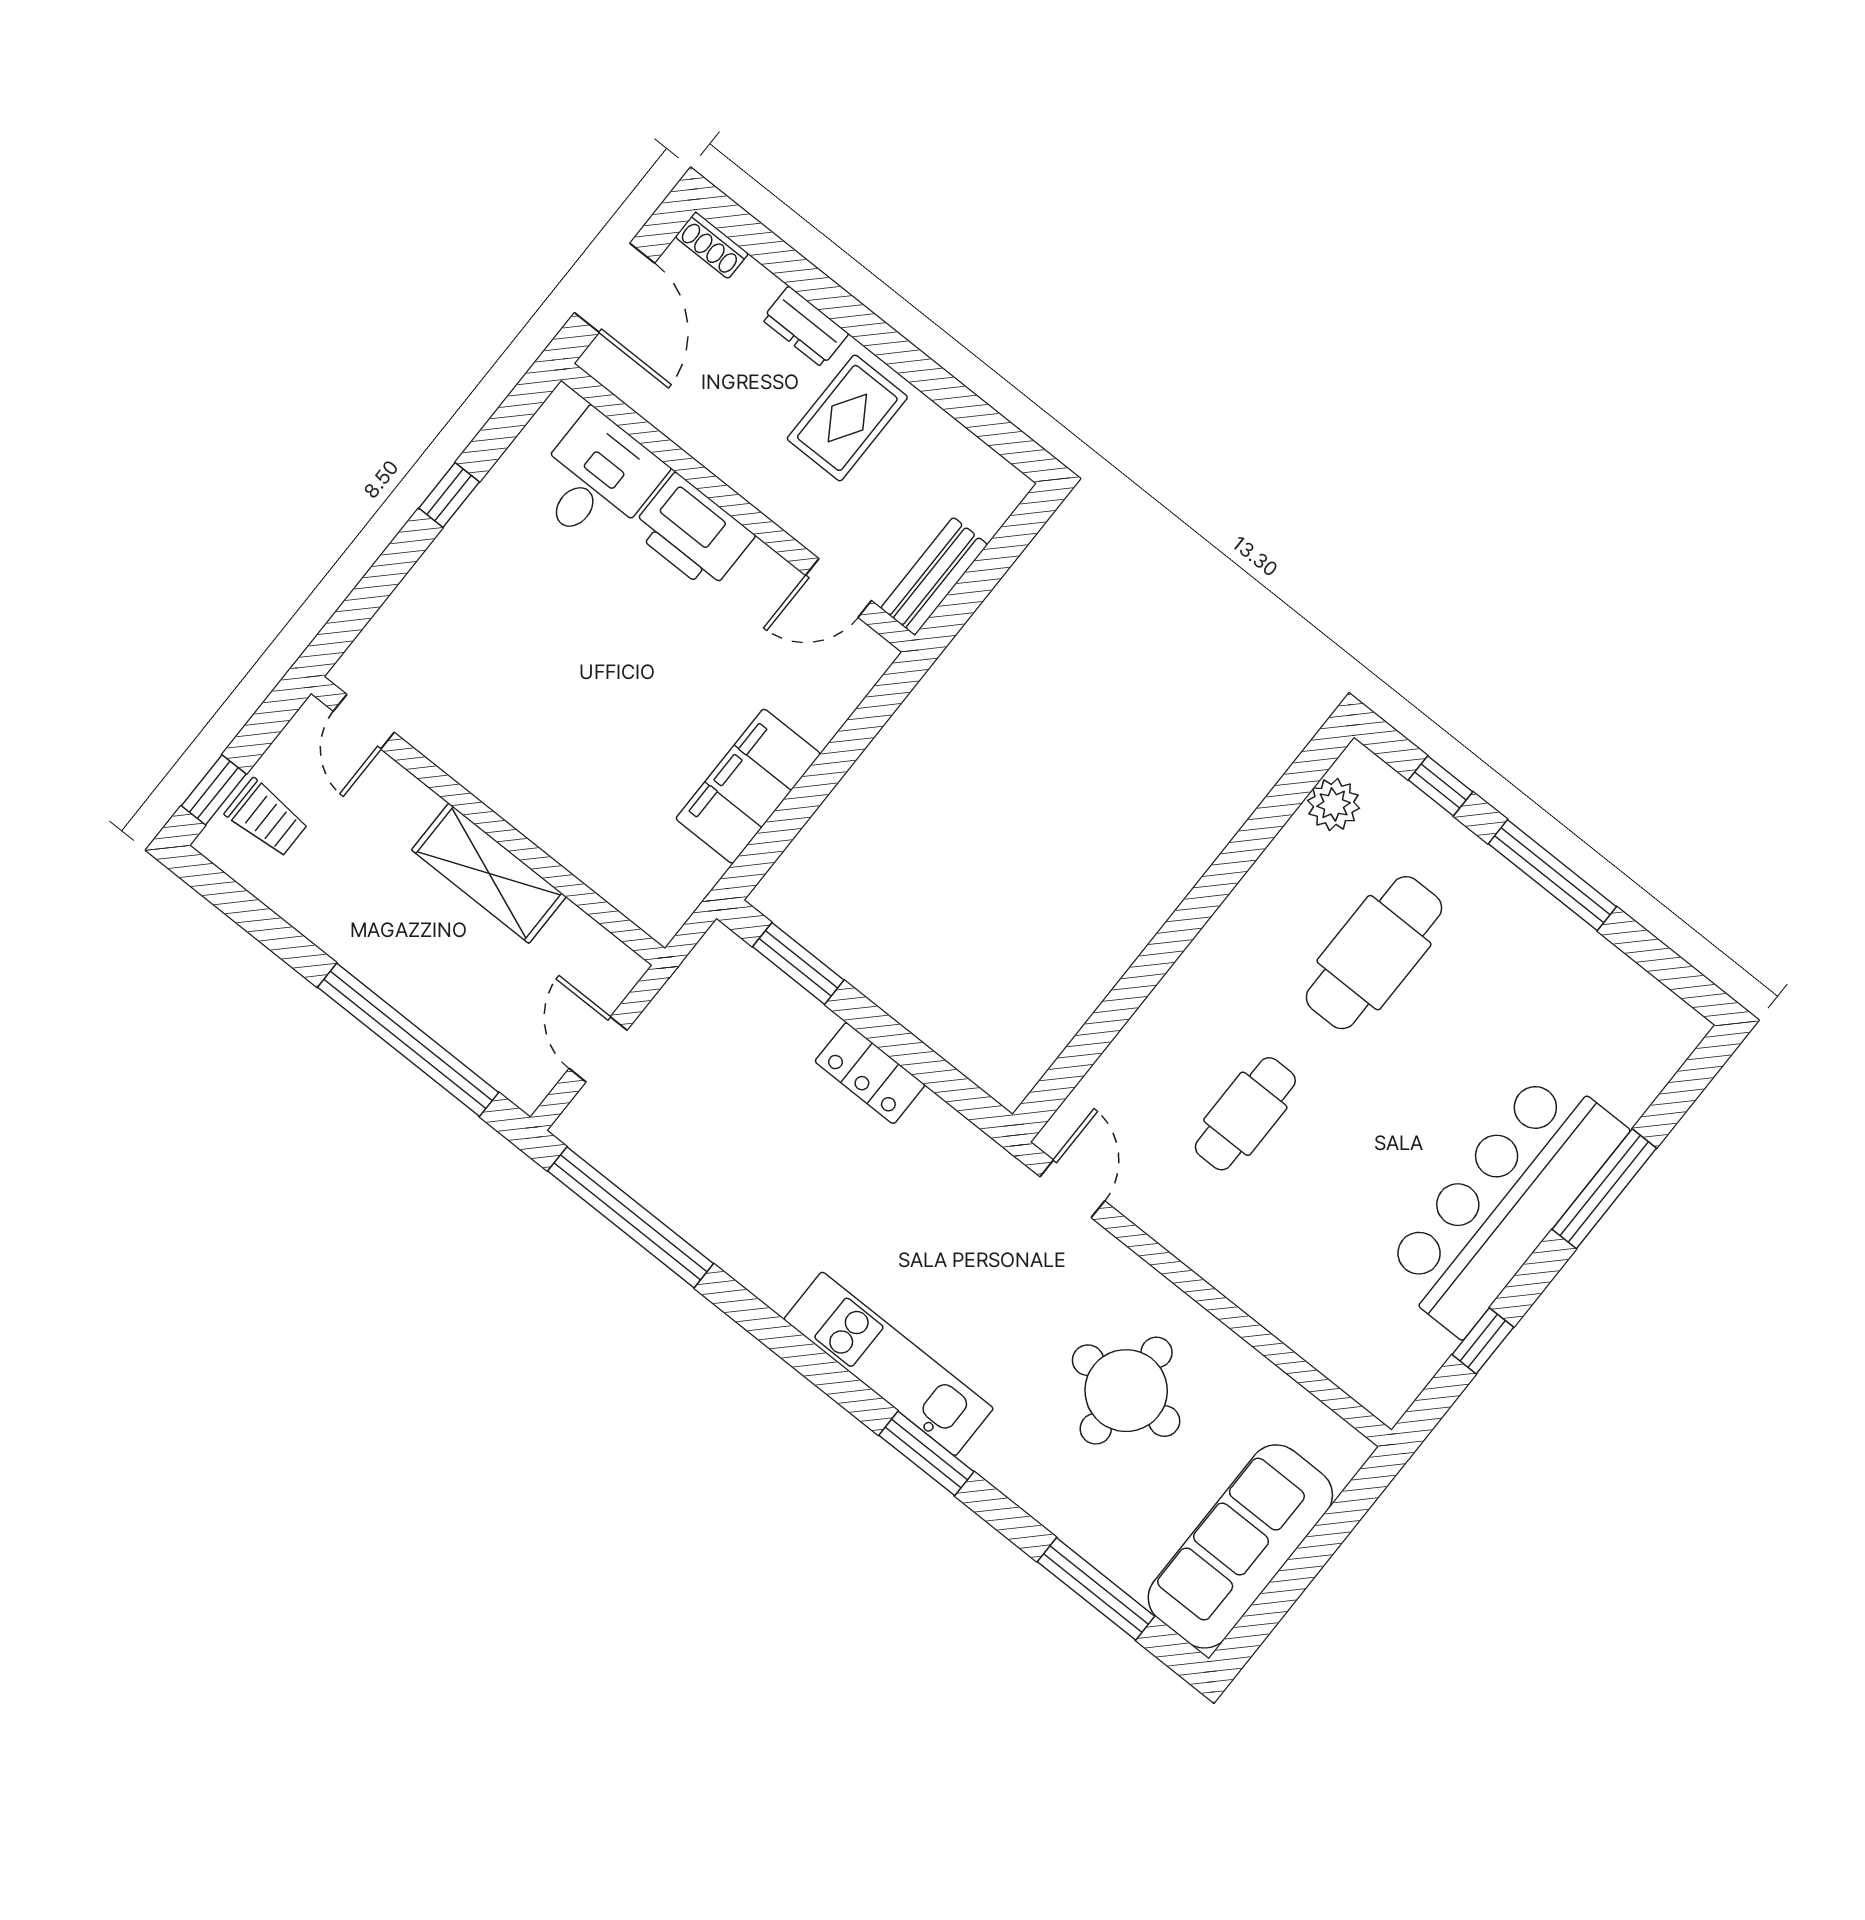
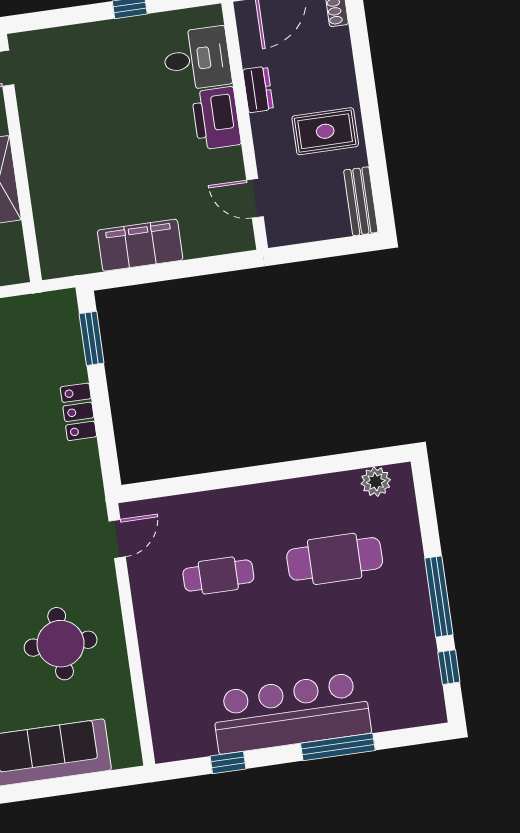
dresser: (805, 327) -> (258, 89), moved, turned 180
bench: (934, 576) -> (361, 201), moved, turned 90
window: (1440, 786) -> (449, 667), moved

